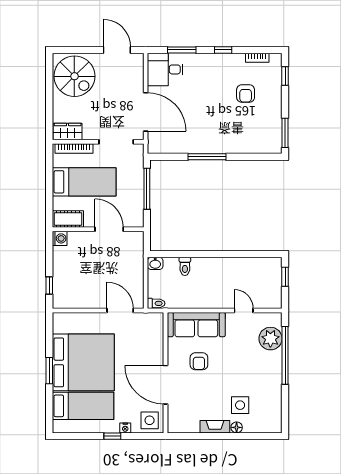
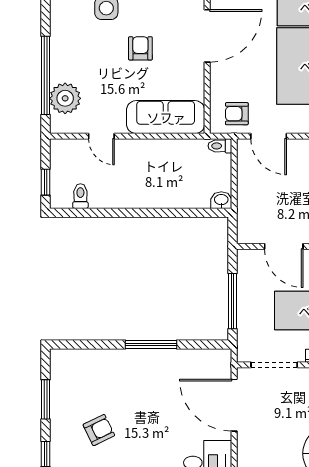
armchair: (246, 94) -> (99, 430), turned 64
window: (285, 133) -> (45, 399), moved
toilet: (185, 266) -> (80, 196), moved
armchair: (144, 327) -> (237, 114), added
armchair: (199, 361) -> (140, 48), moved
door: (166, 385) -> (207, 36), hinge flipped

